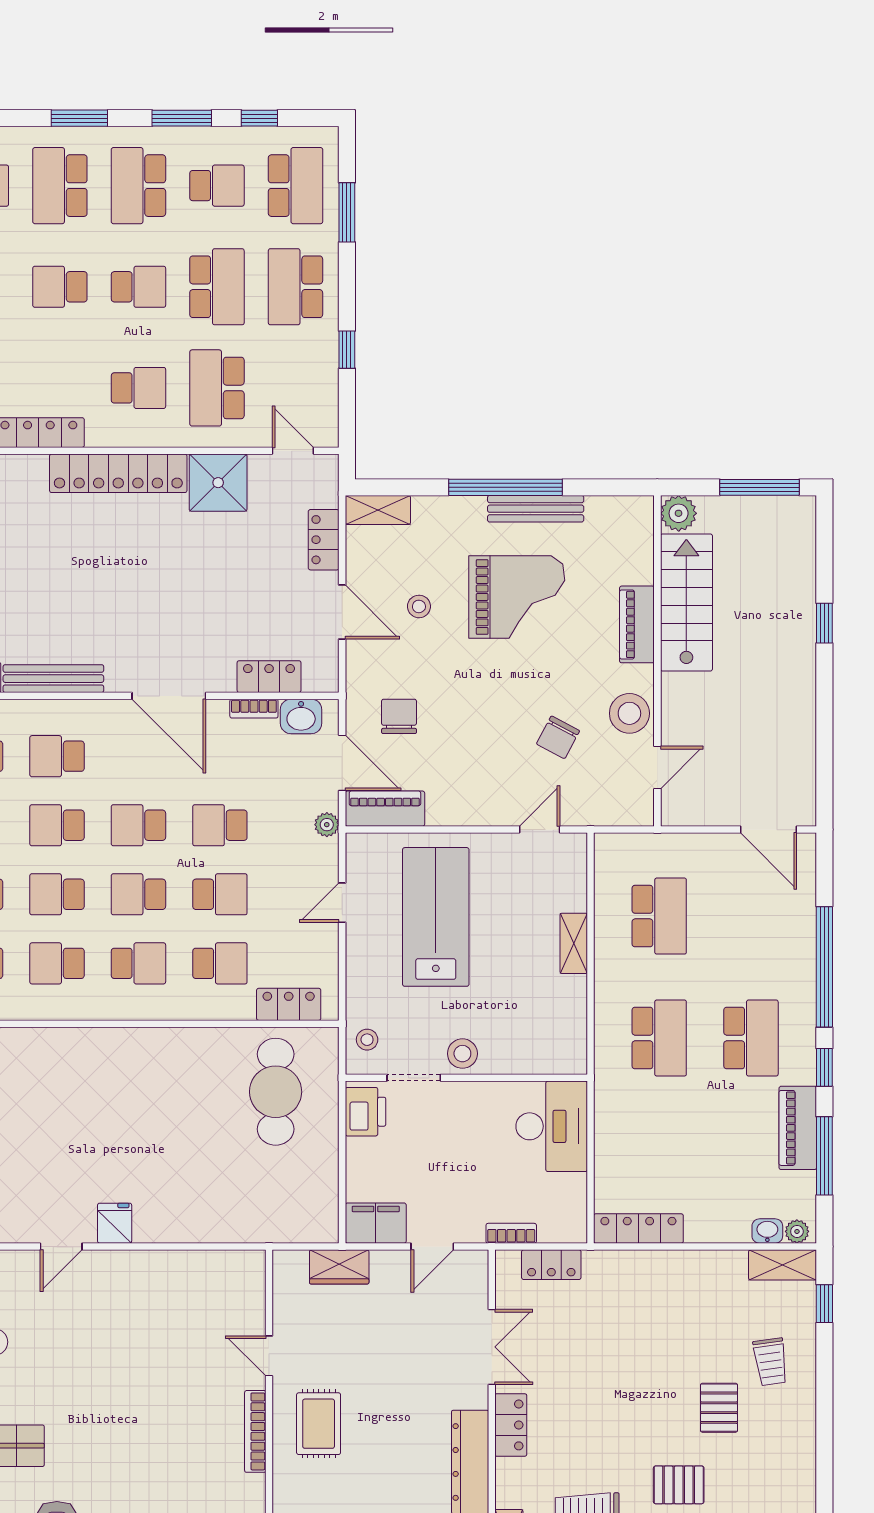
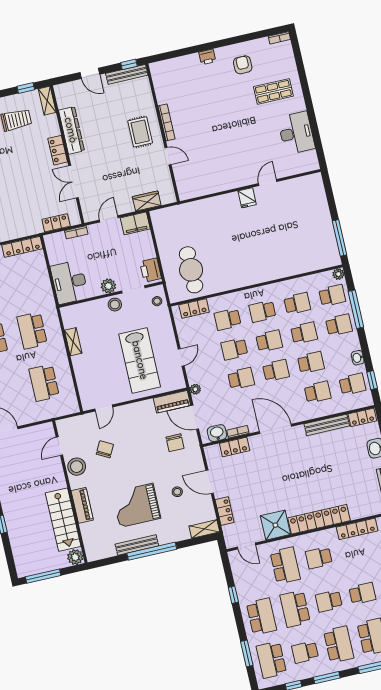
shelving: (574, 943) -> (73, 342), moved
plant: (467, 1098) -> (108, 286), added

